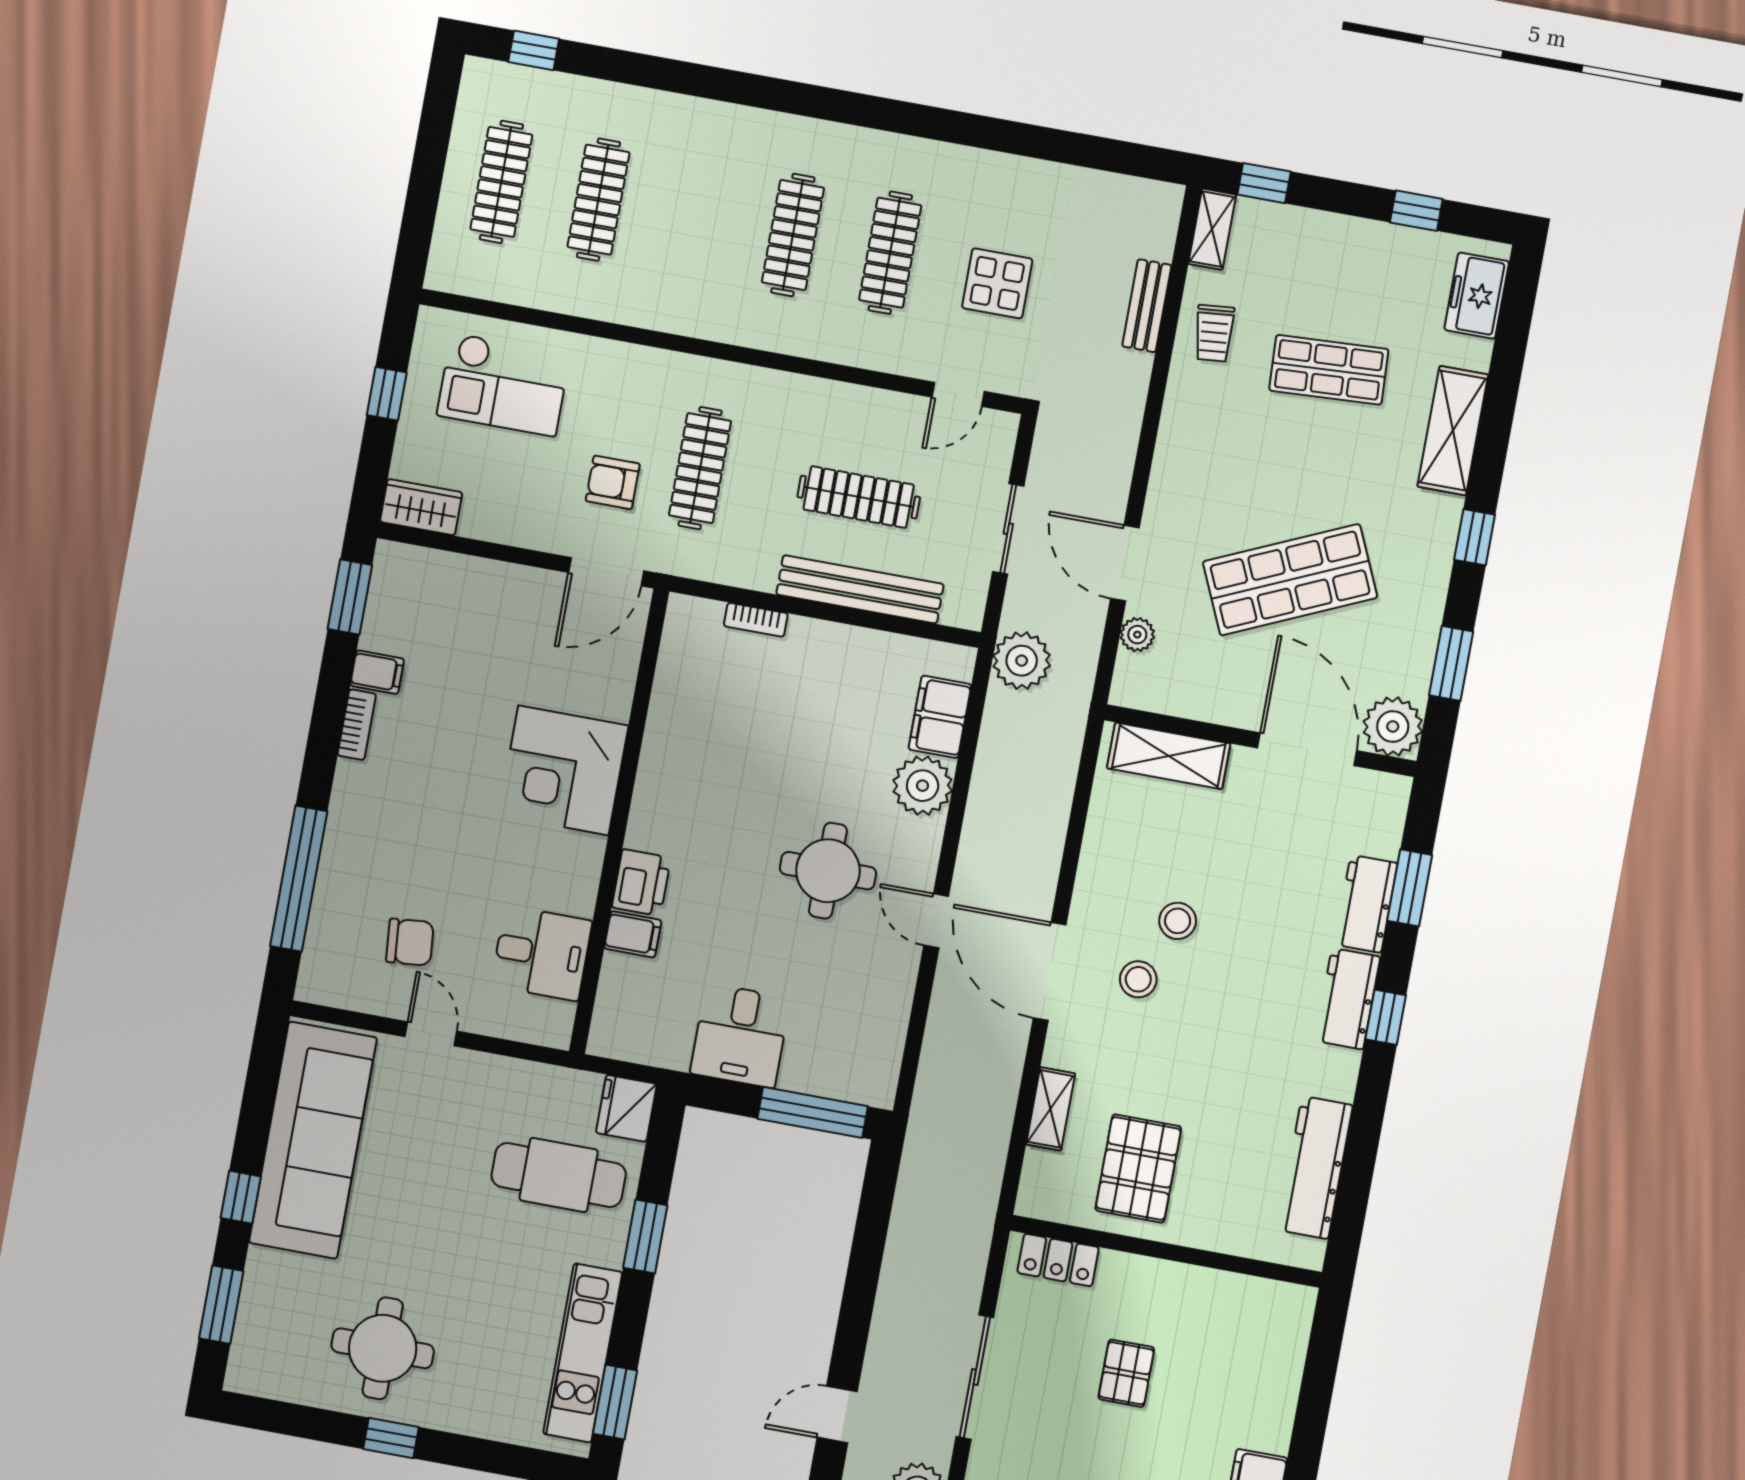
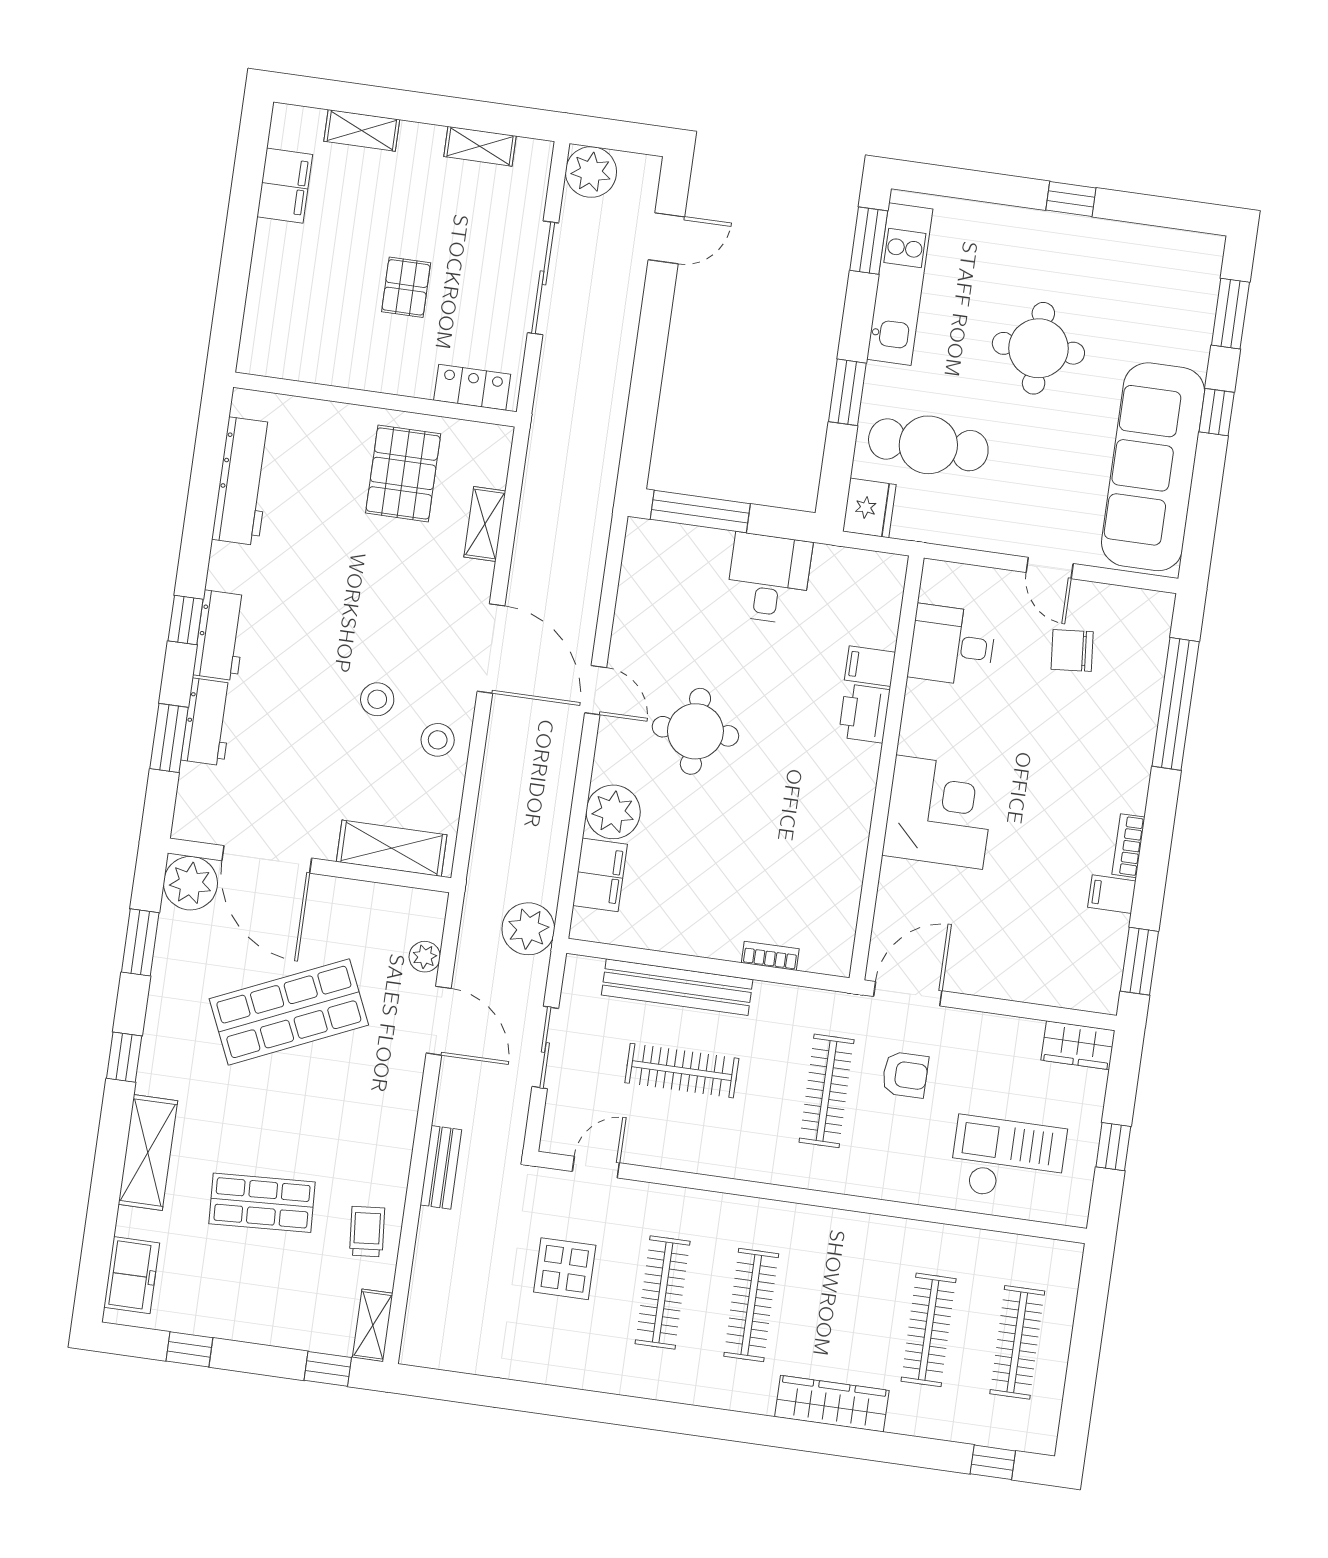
wardrobe: (708, 122) -> (832, 1404), added
bench: (1147, 306) -> (441, 1167), moved
stool: (1138, 979) -> (438, 740), moved
round table: (383, 1348) -> (1038, 348), moved

